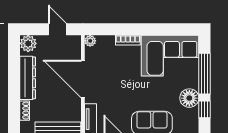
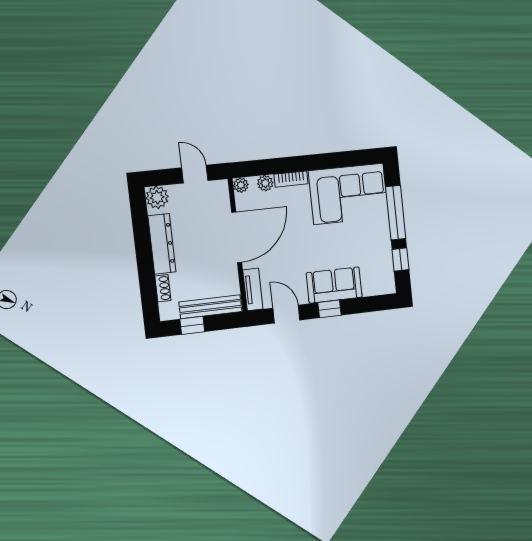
plant: (108, 41) -> (265, 183), added
door: (83, 79) -> (237, 237), swing flipped
floor lamp: (189, 98) -> (379, 247), removed

